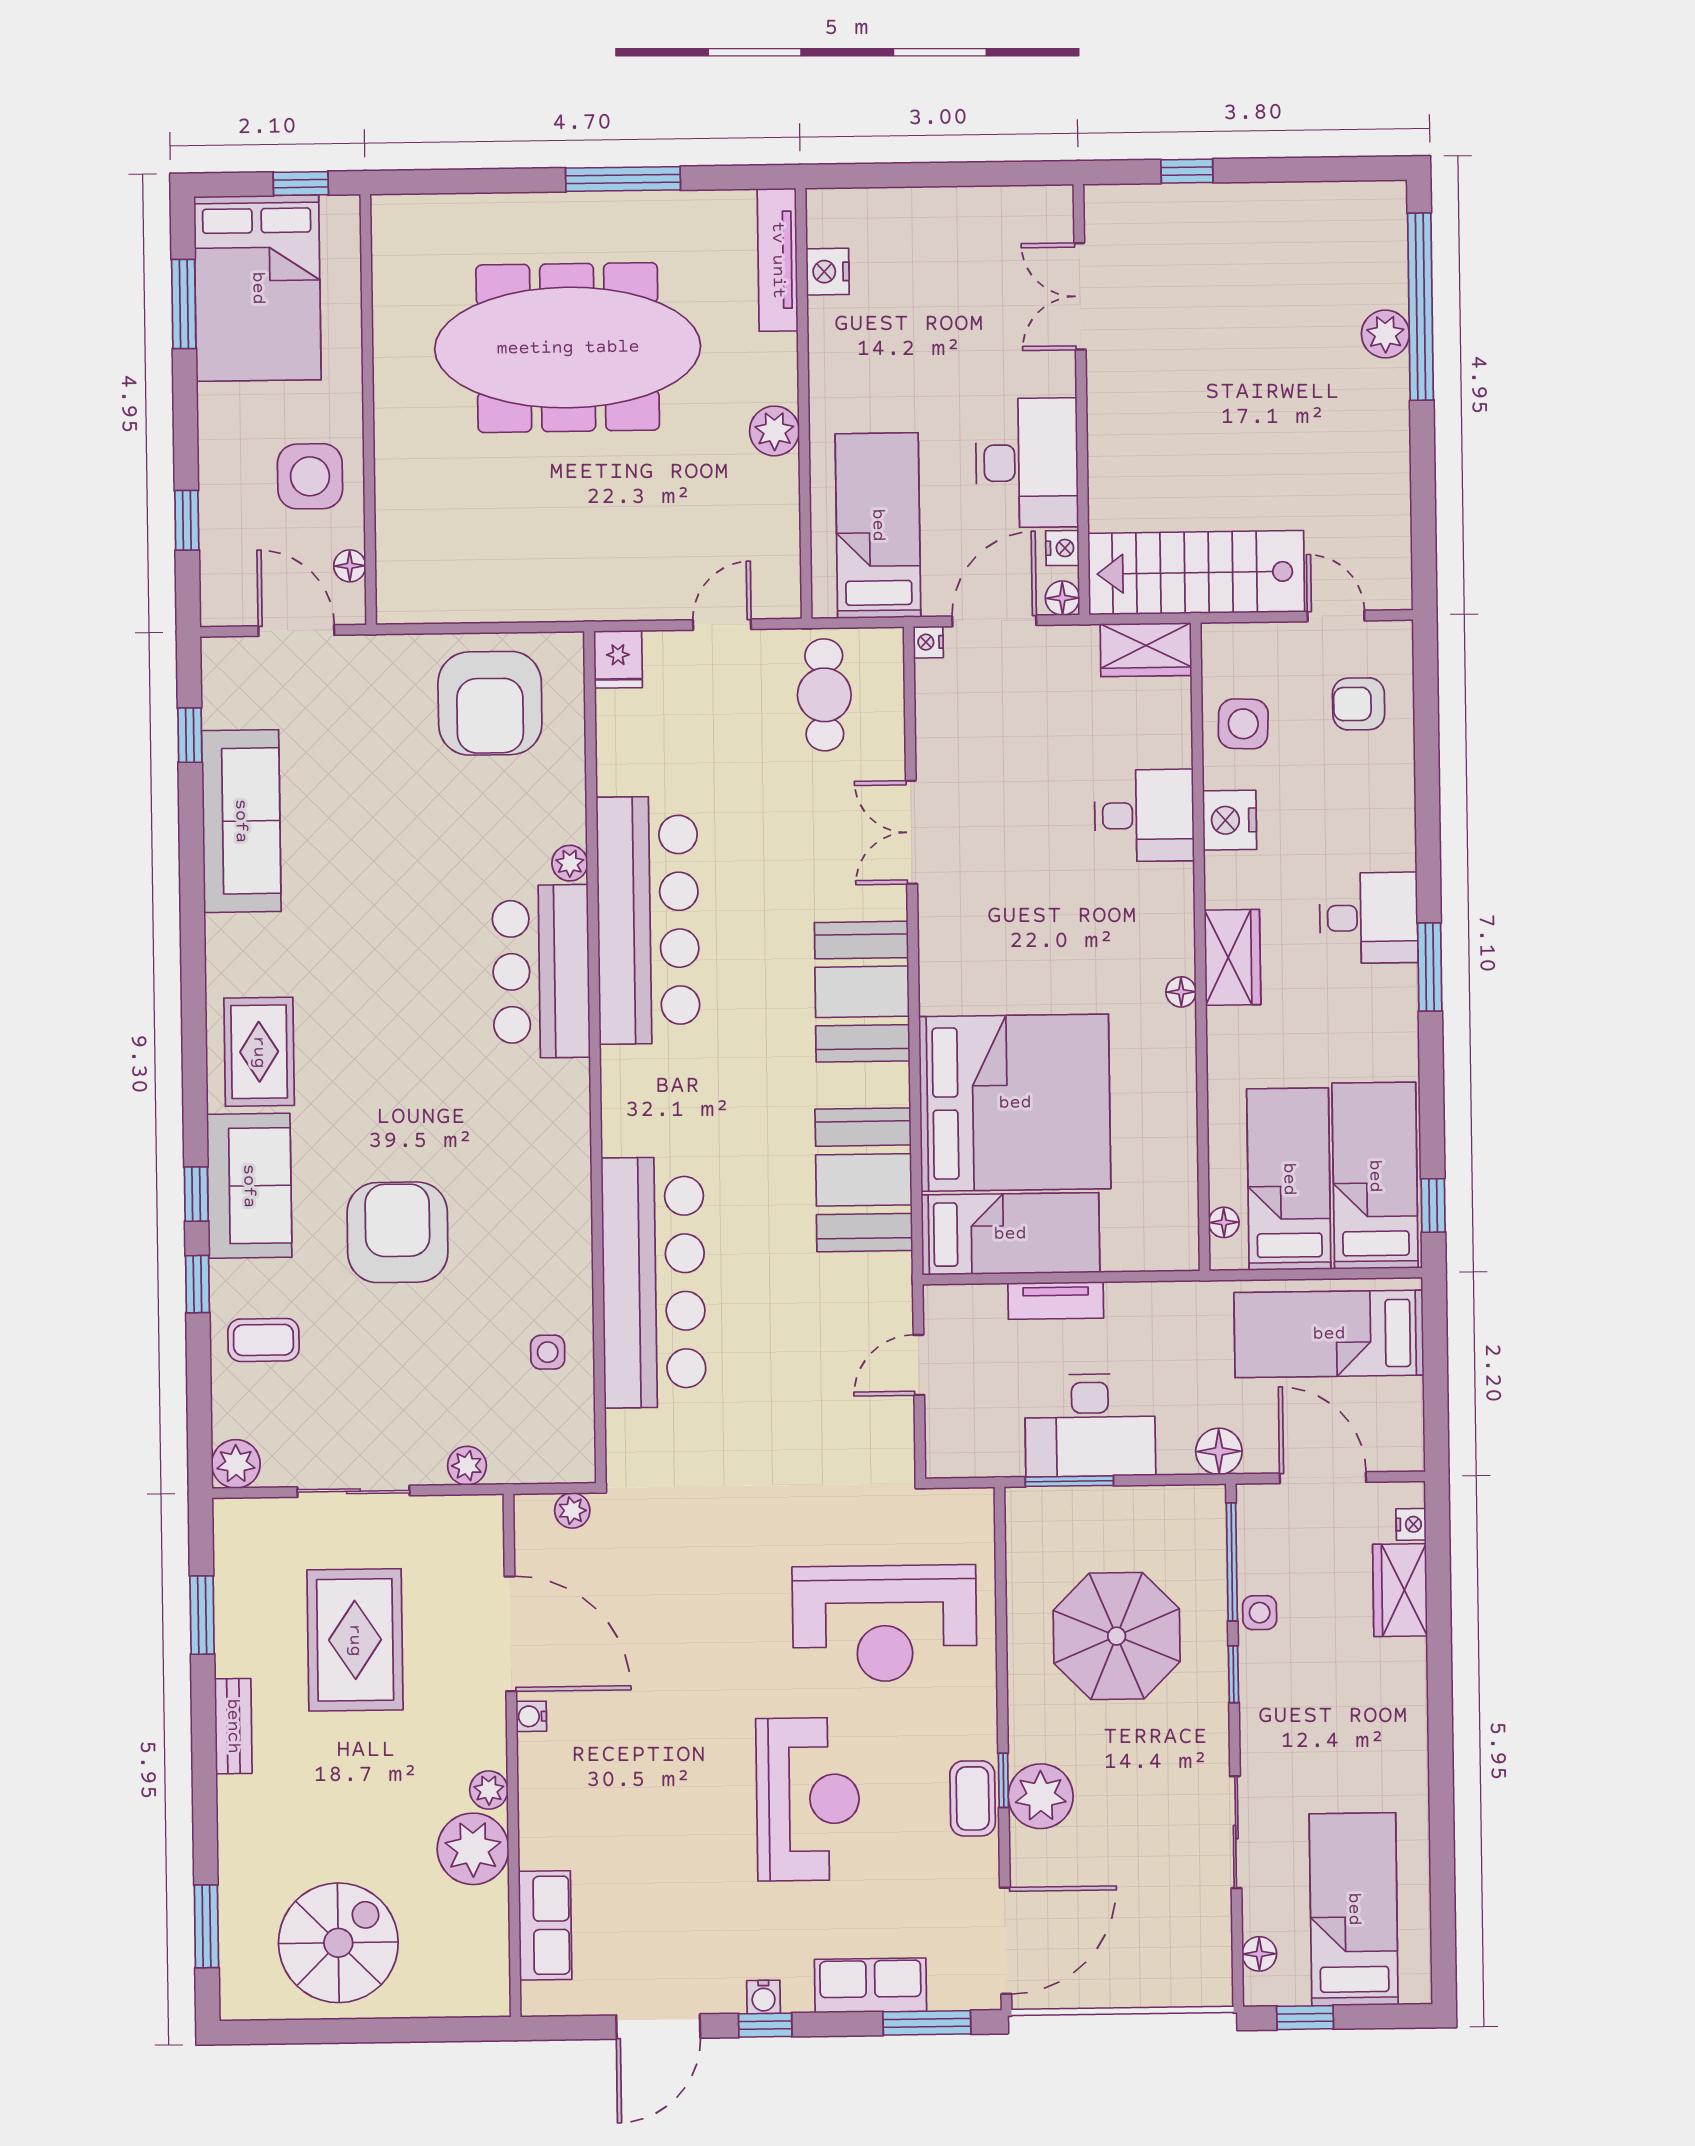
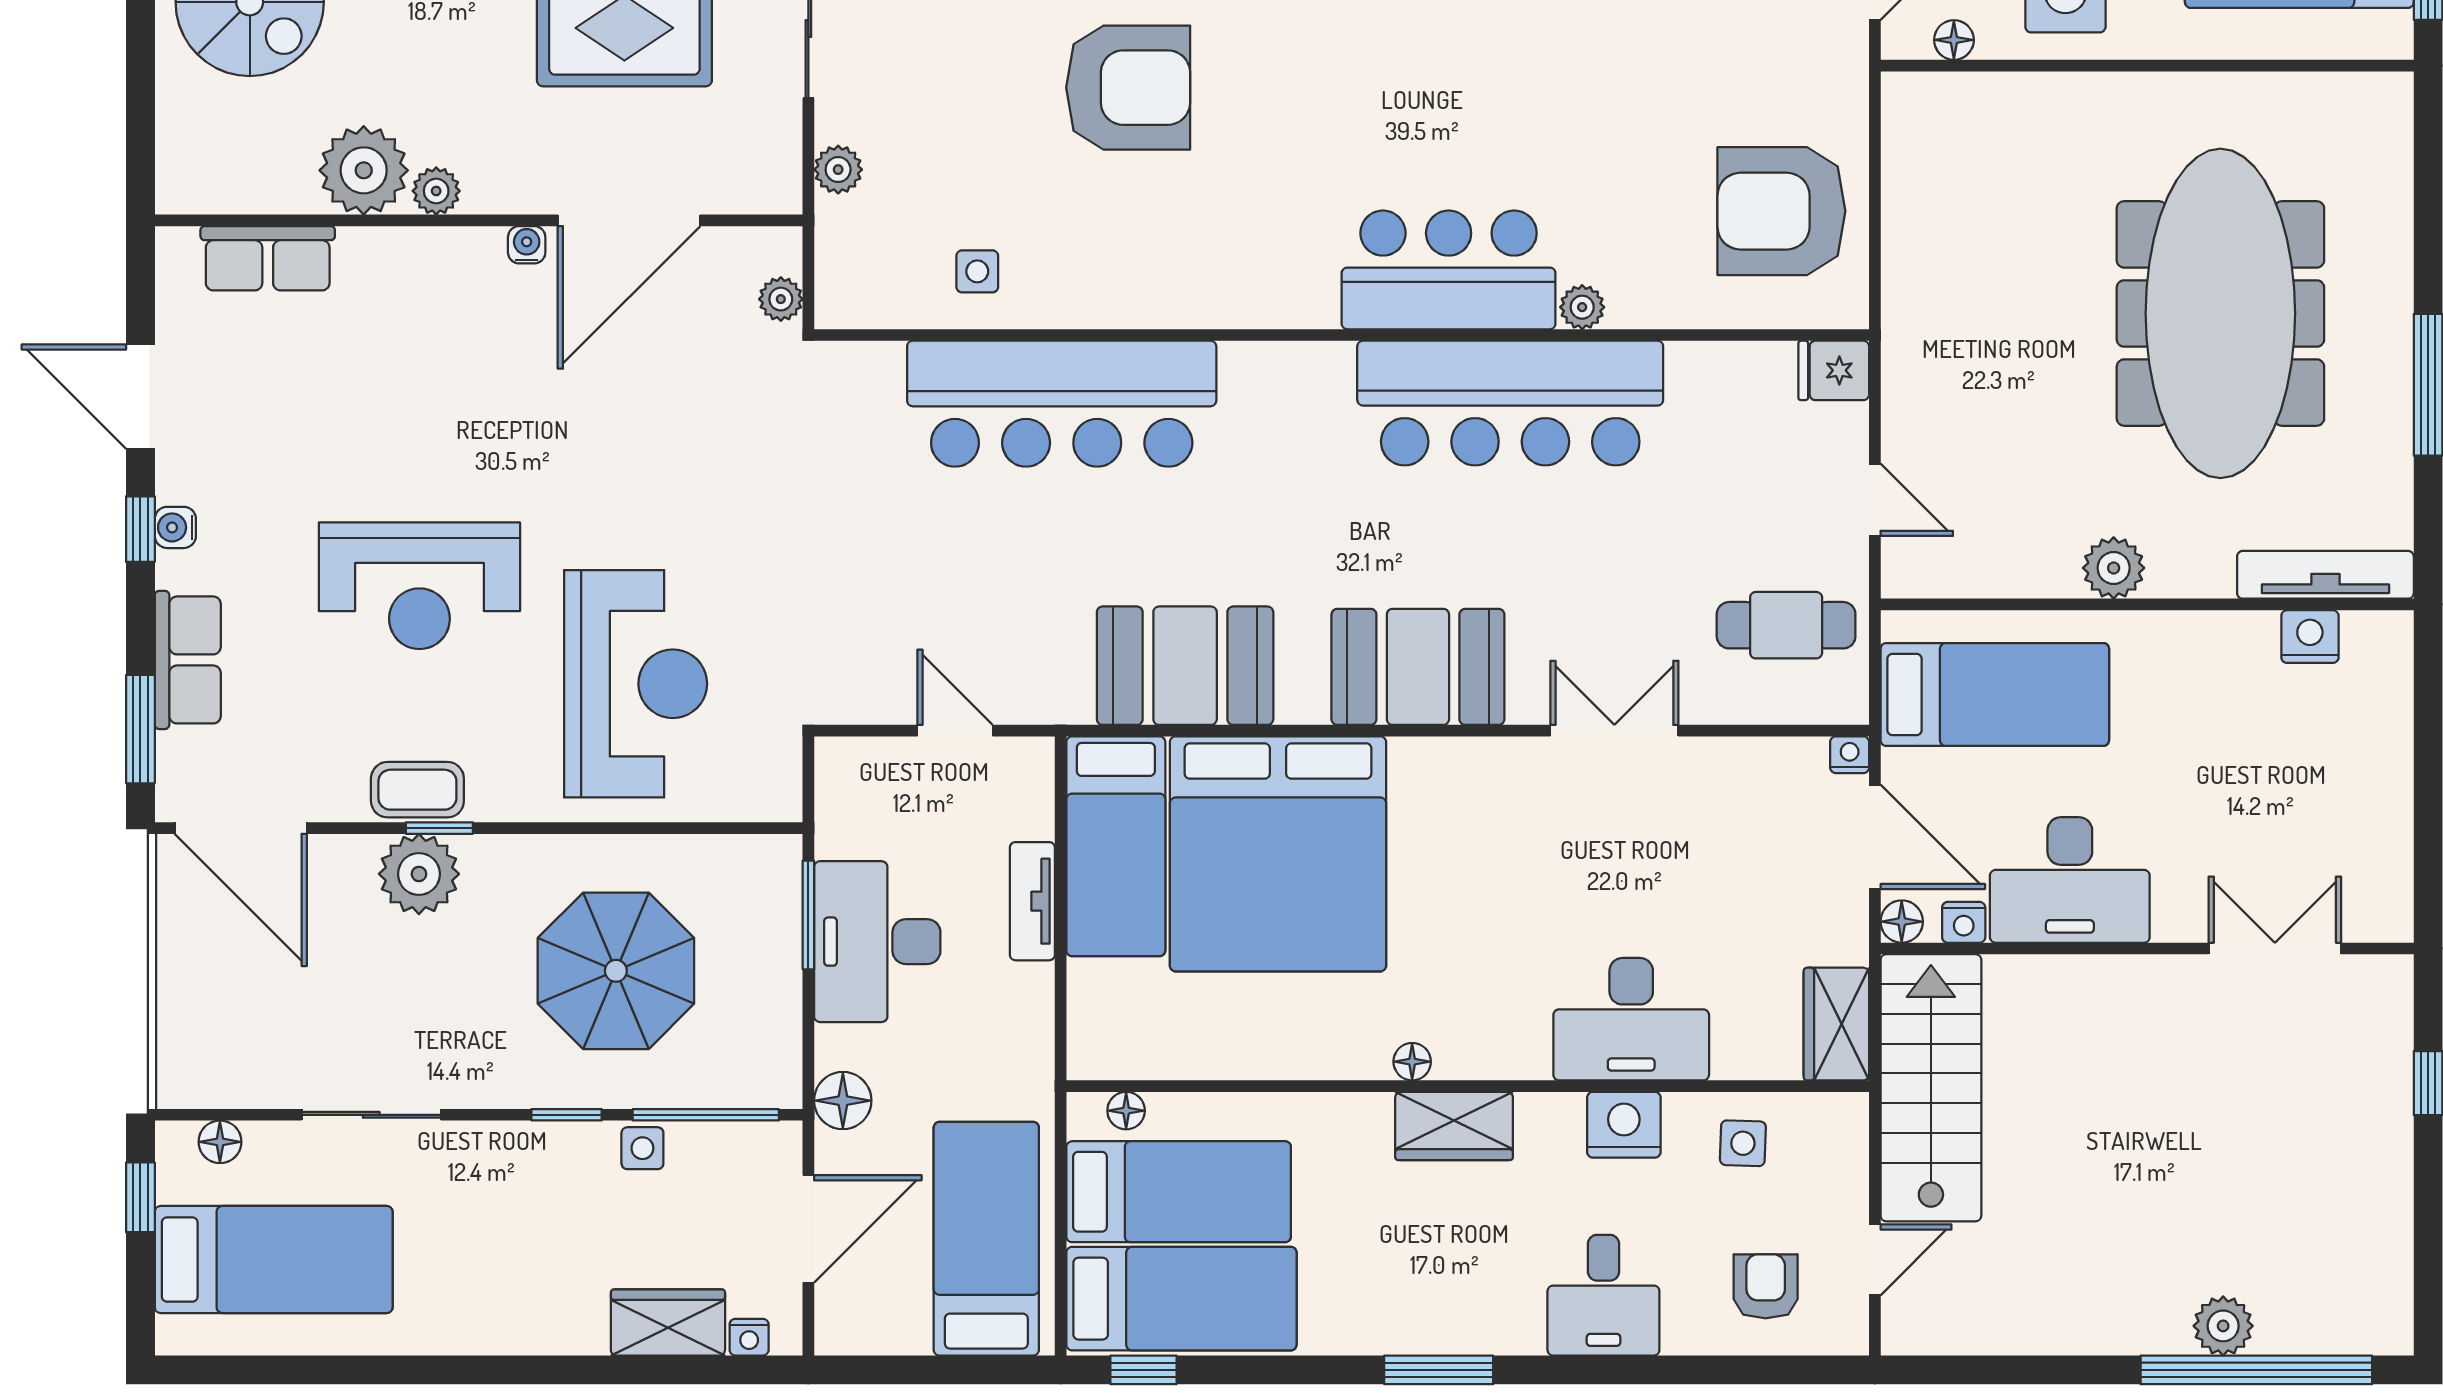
side table: (1243, 724) -> (1743, 1143), width x0.73, depth x0.73
desk: (1144, 816) -> (1631, 1019), width x1.37
desk: (1369, 918) -> (1603, 1295), moved
reception desk: (885, 1623) -> (636, 684), turned 180

